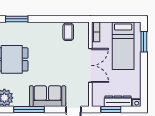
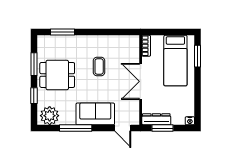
coffee table: (68, 32) -> (99, 66), moved
double door: (90, 65) -> (141, 81), swing flipped
dresser: (118, 101) -> (156, 119), moved

